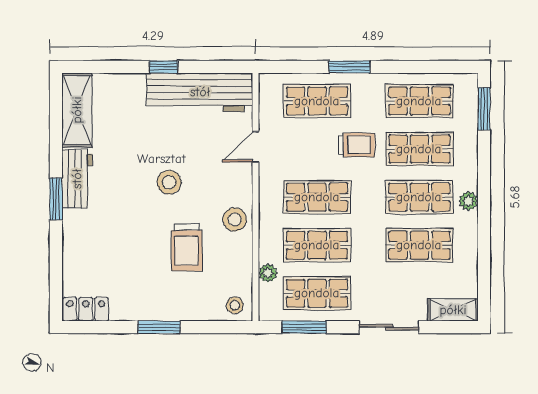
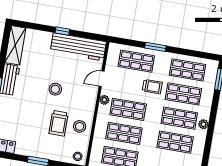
stool: (235, 219) -> (80, 126), moved
plant: (268, 273) -> (104, 100), moved

